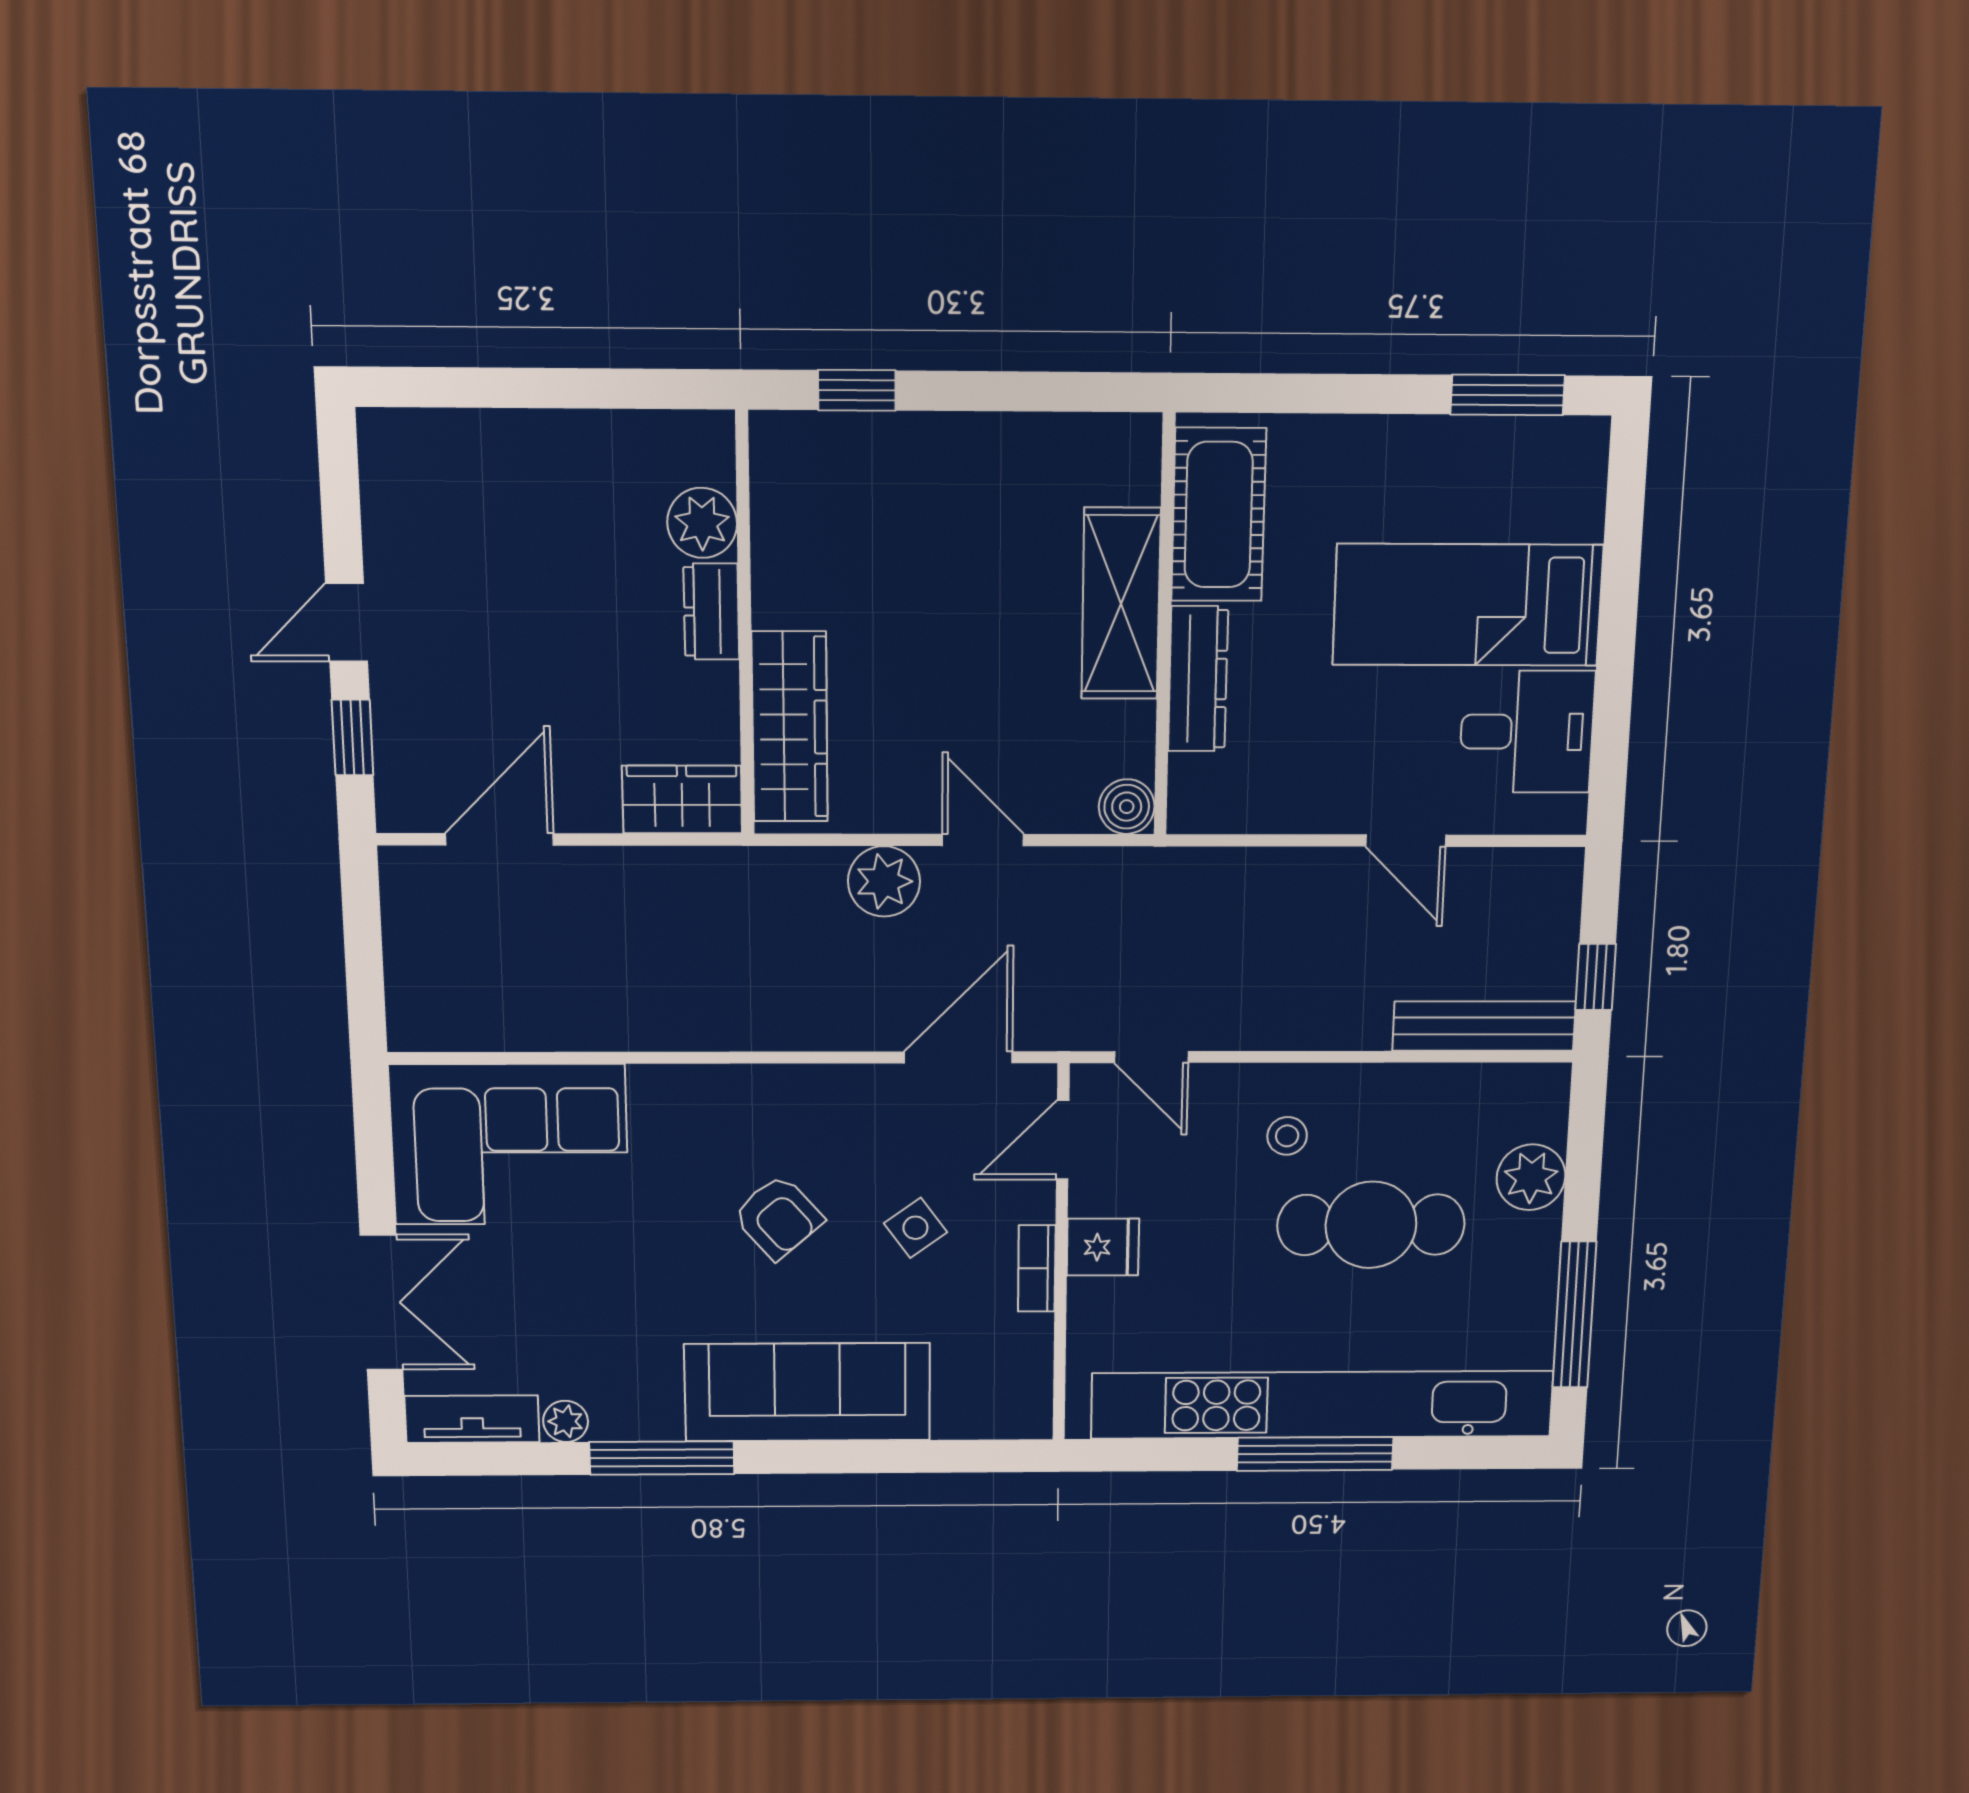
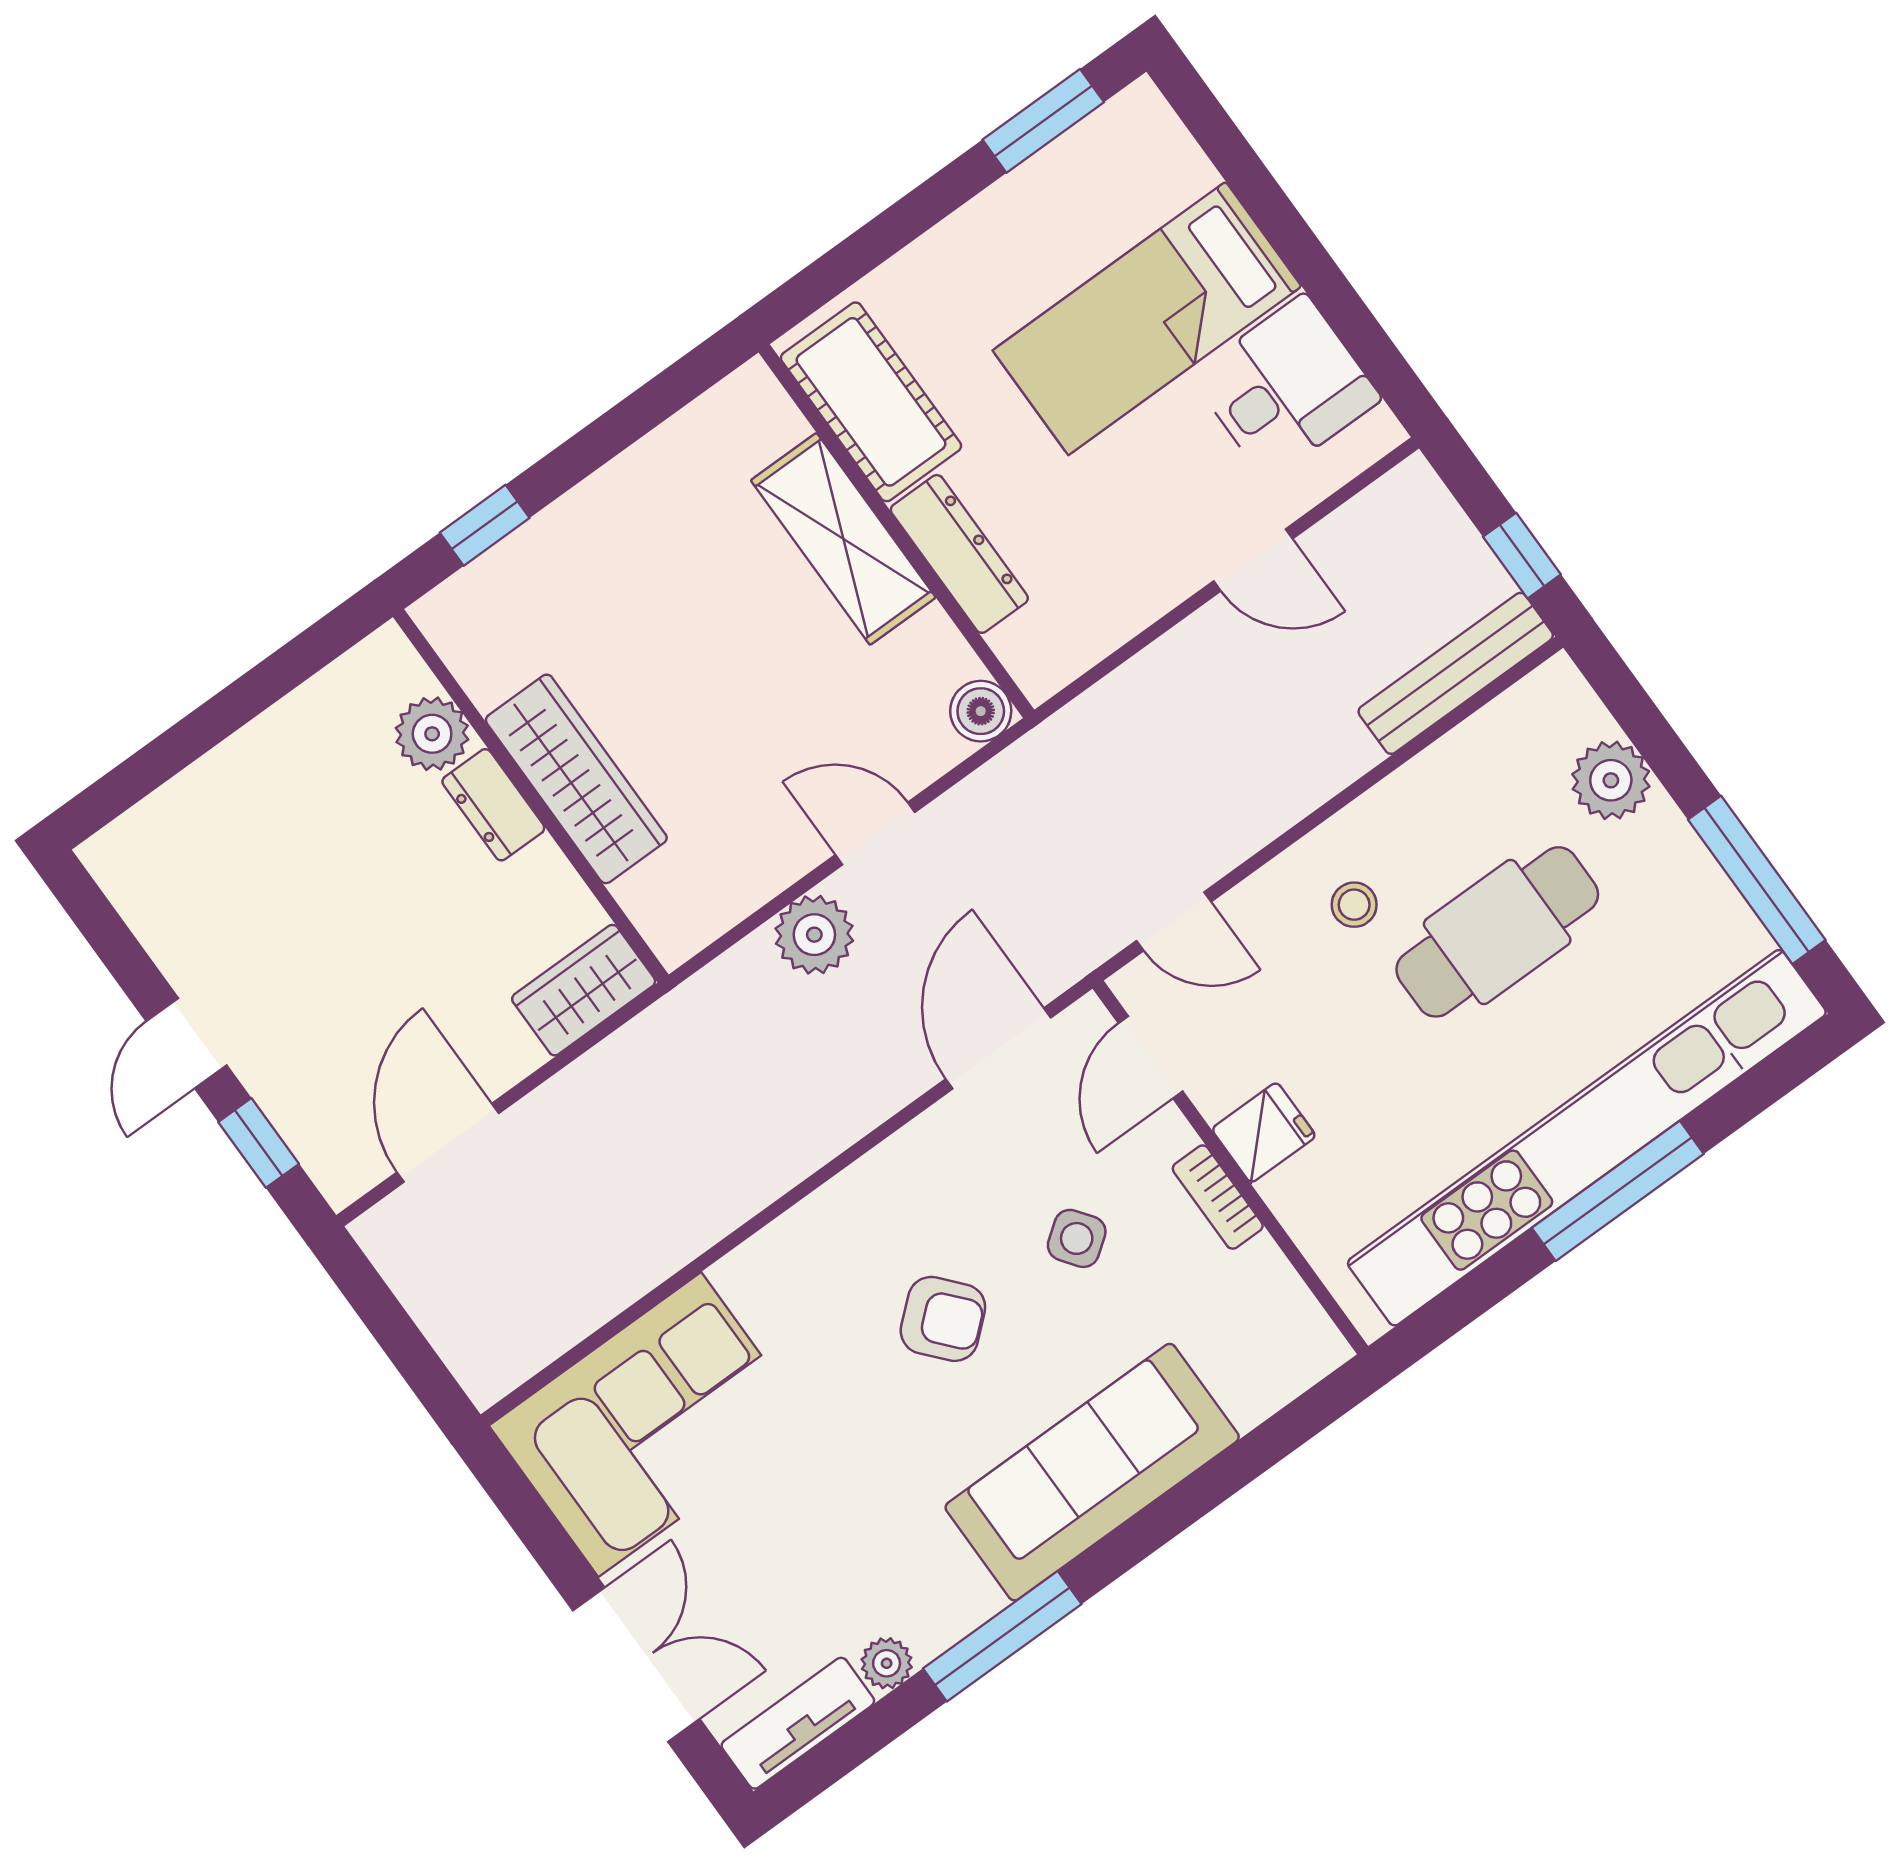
wardrobe: (790, 727) -> (576, 779), moved

